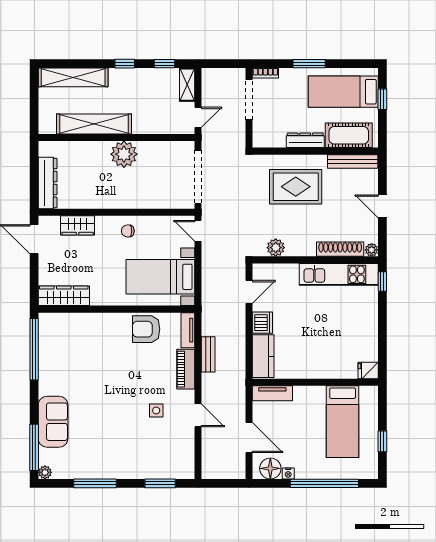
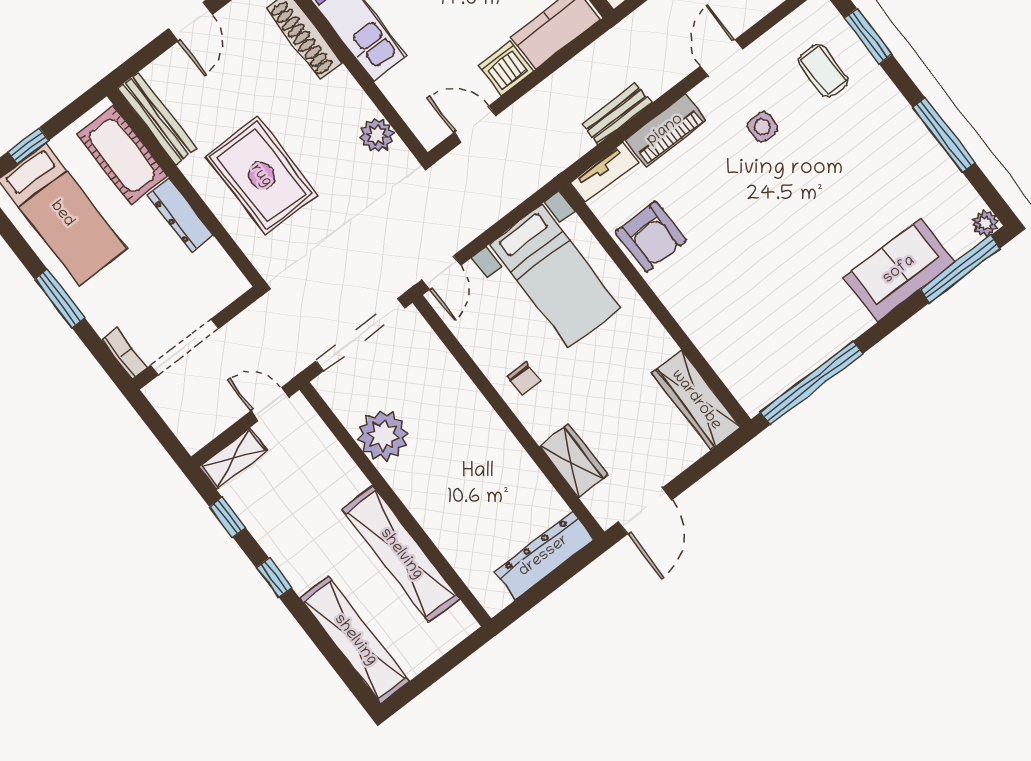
plant: (124, 154) -> (383, 436), moved
coffee table: (160, 454) -> (823, 70), added

